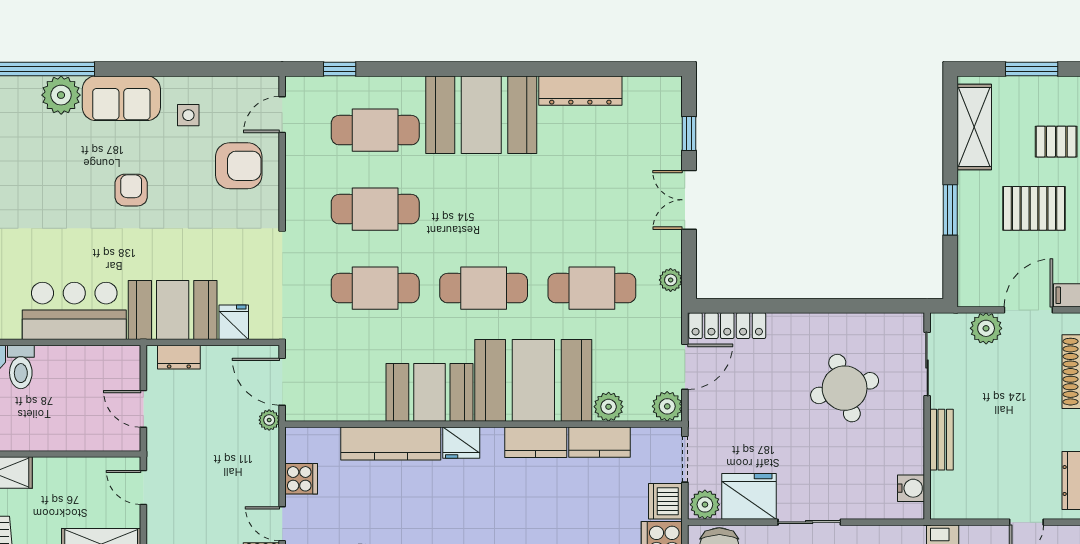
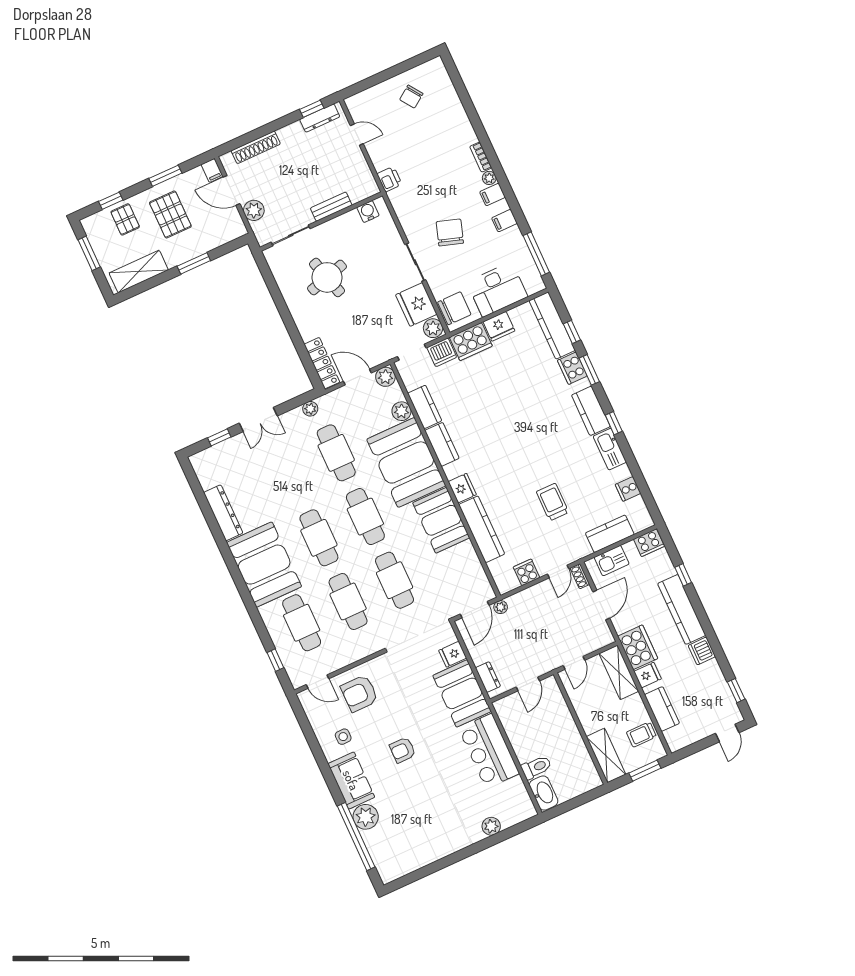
armchair: (239, 166) -> (359, 693), turned -90
cafe table: (484, 209) -> (319, 538), added

